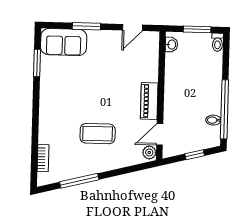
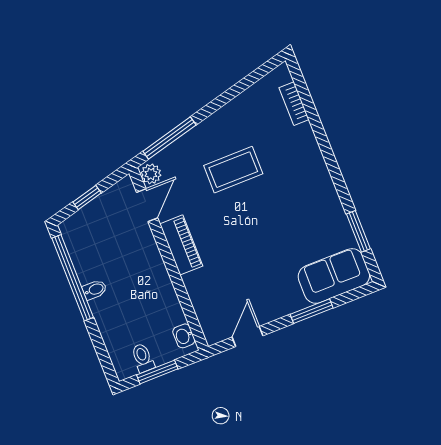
toilet: (217, 42) -> (143, 358), moved
bidet: (213, 120) -> (95, 290), moved
window: (79, 181) -> (169, 138), moved

